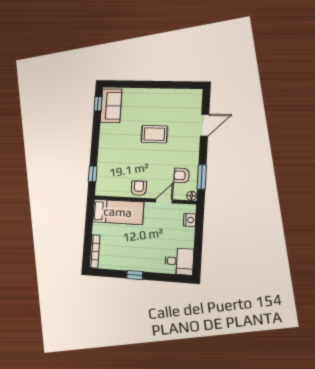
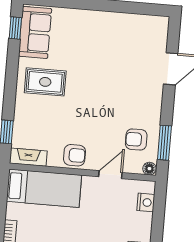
rug: (154, 134) -> (45, 82), moved
armchair: (139, 188) -> (74, 155), turned 90
fireplace: (107, 191) -> (28, 157), added

